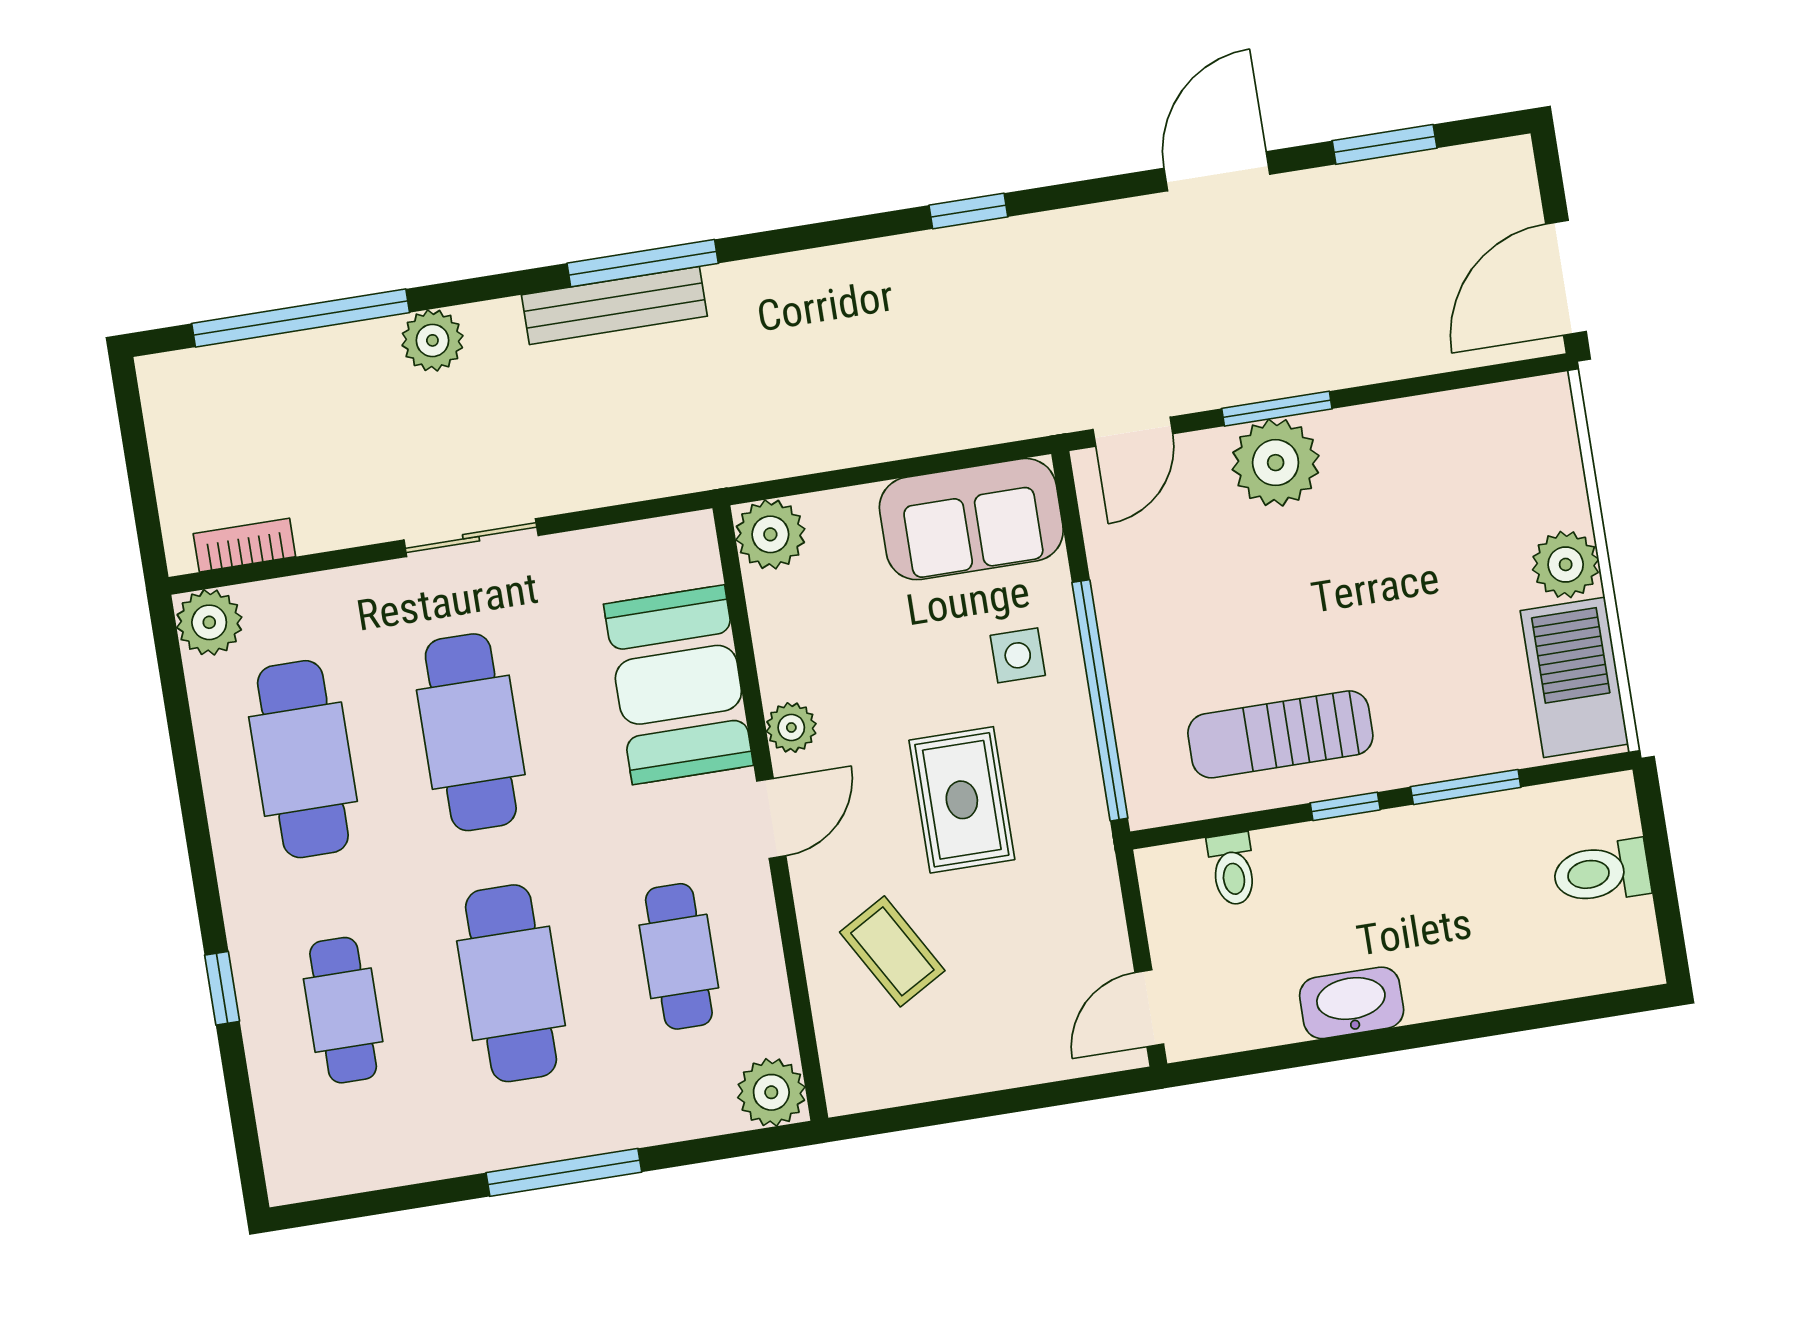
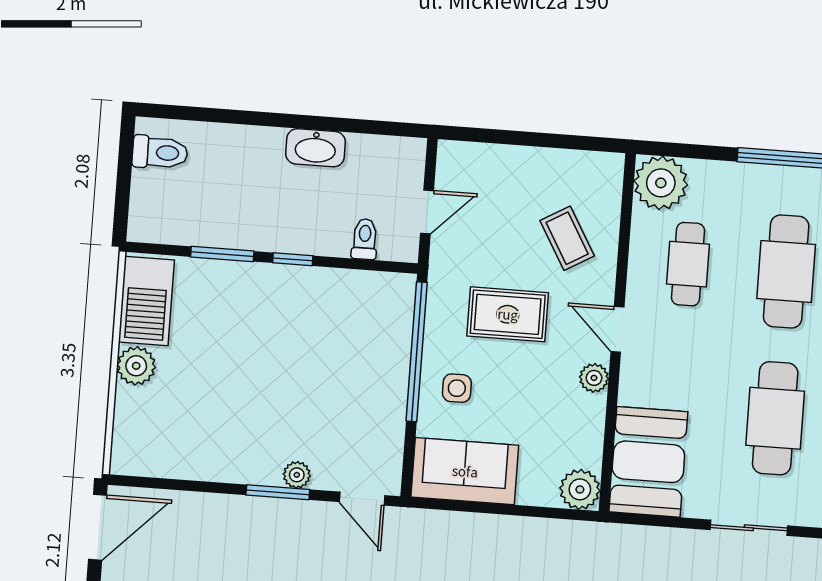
door: (1133, 432) -> (362, 499), swing flipped
plant: (1276, 463) -> (297, 475), width x0.53, depth x0.53
booth: (678, 685) -> (648, 462), moved
sun lounger: (1280, 734) -> (320, 308), removed
rug: (962, 800) -> (508, 314), turned 90
door: (771, 818) -> (617, 329), hinge flipped
toilet: (1601, 872) -> (160, 152), moved
door: (1149, 1008) -> (427, 212), moved
plant: (771, 1092) -> (661, 183), width x1.36, depth x1.36

